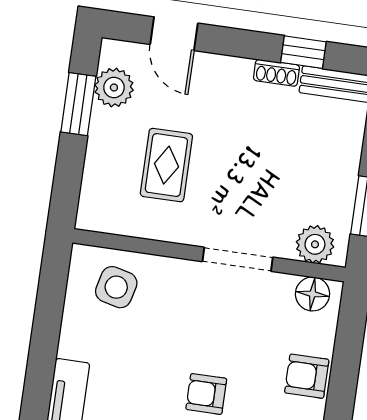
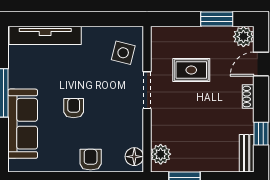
shoe rack: (276, 73) -> (248, 97), moved
plant: (114, 87) -> (243, 37), moved
doorway: (238, 259) -> (147, 90), moved

